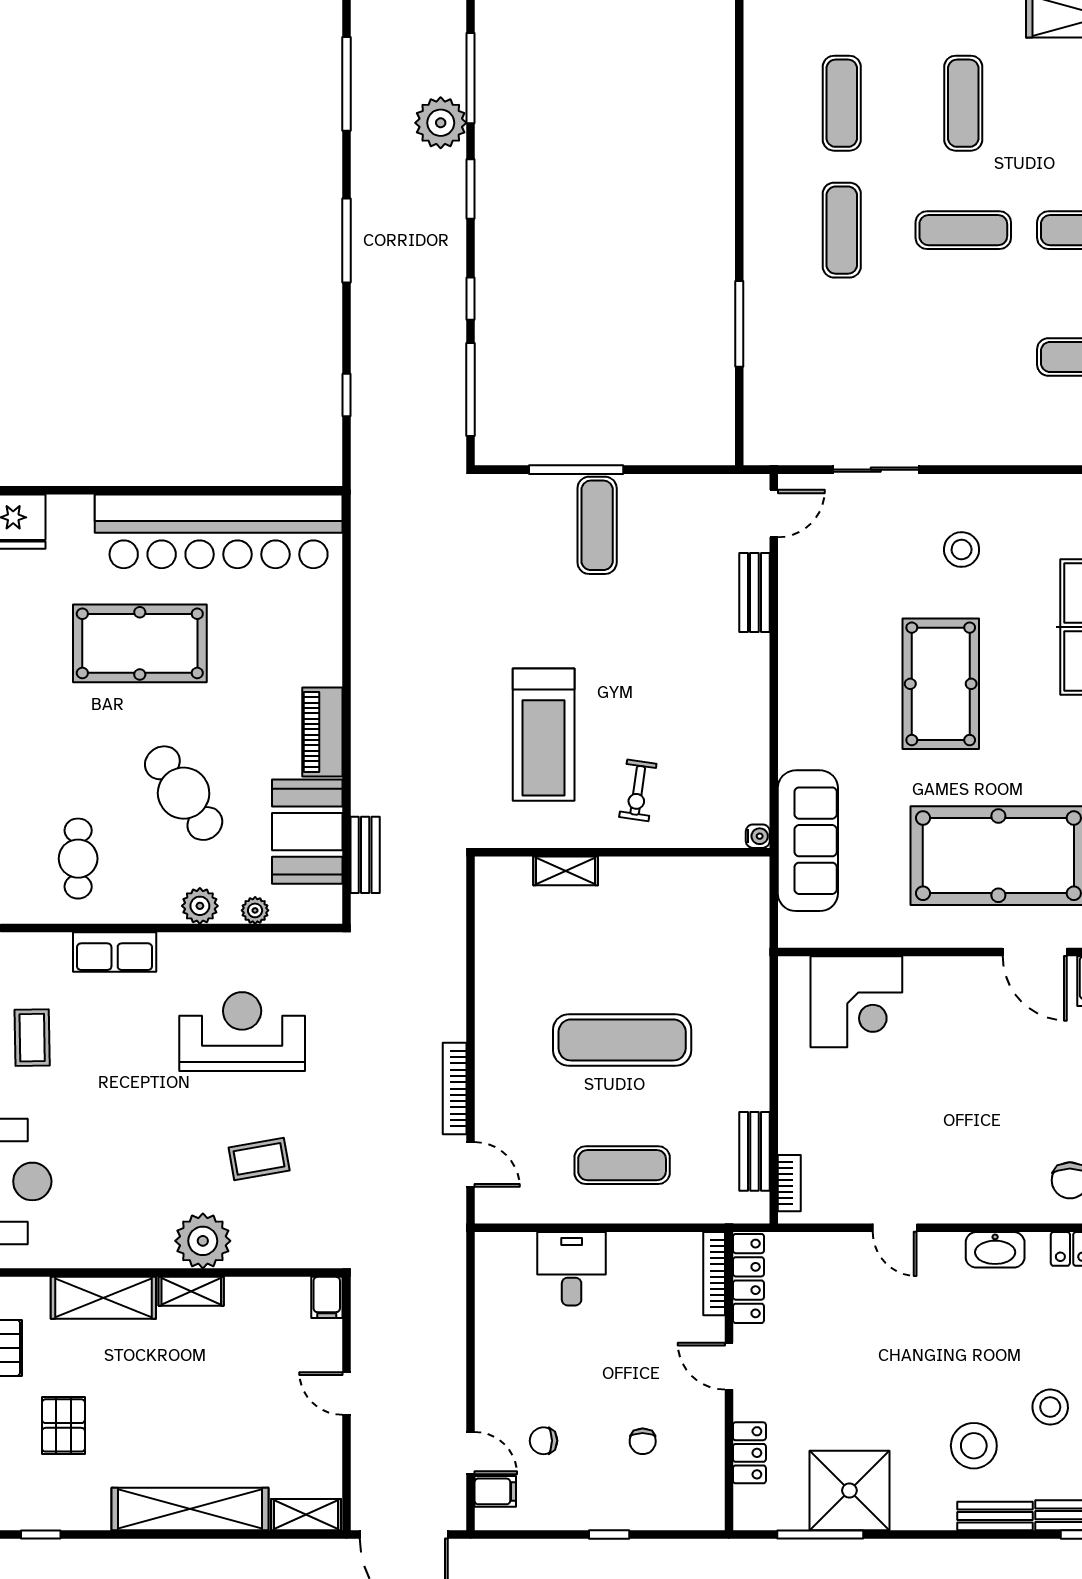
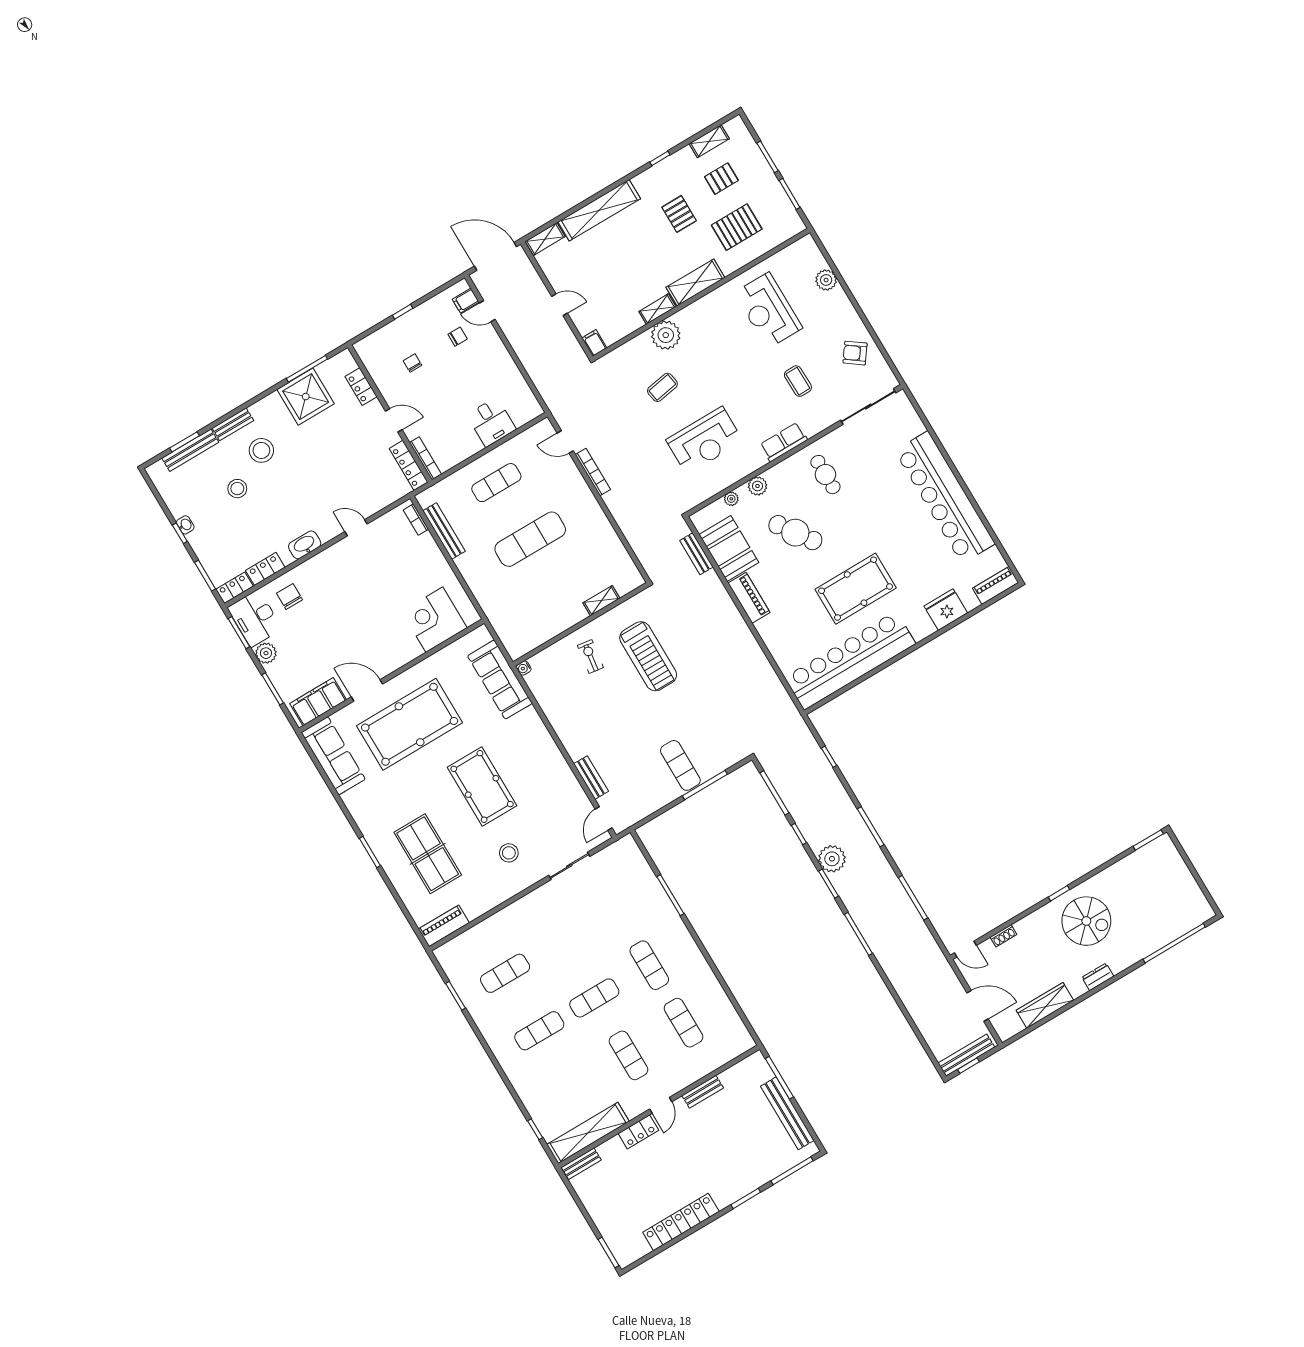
plant: (441, 123) -> (832, 859), moved
treadmill: (544, 735) -> (648, 656), turned 180
bench: (755, 1151) -> (444, 531), width x1.36

